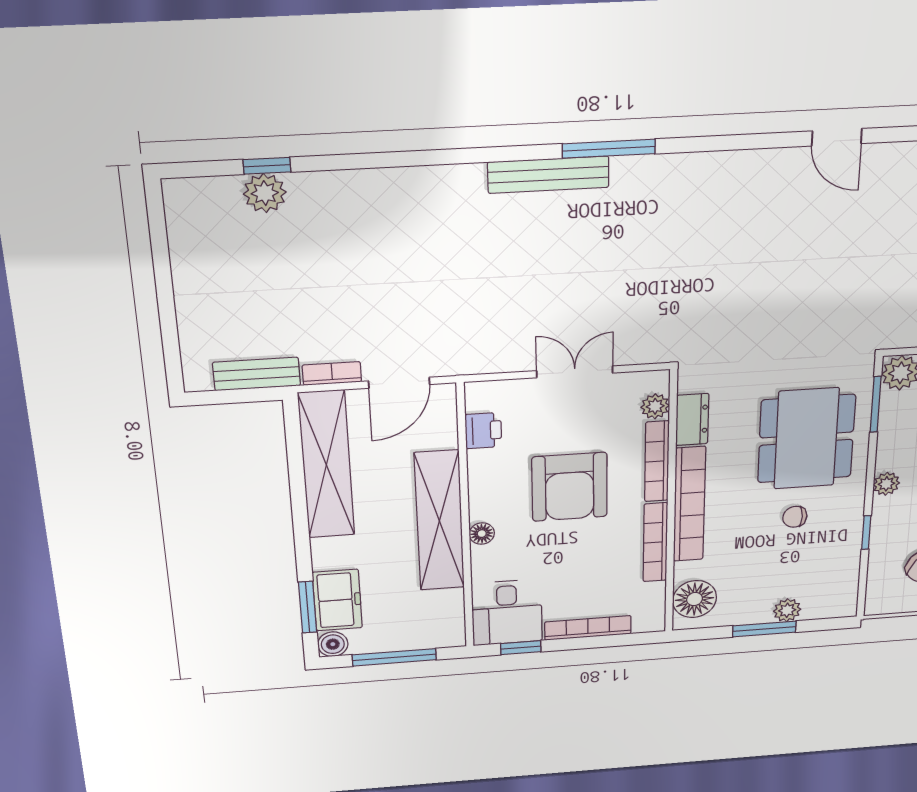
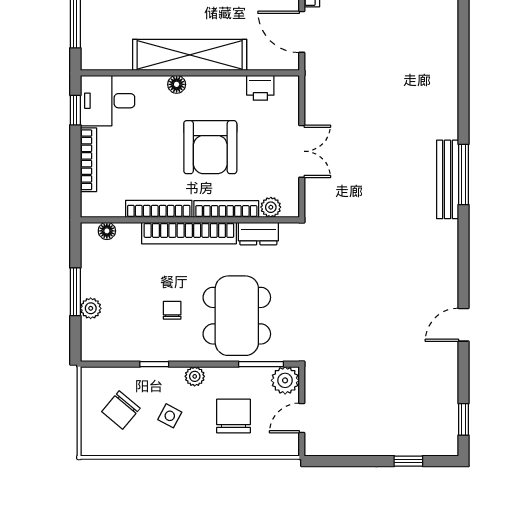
bench: (548, 175) -> (448, 179), moved
dining table: (806, 439) -> (237, 316), turned 90
armchair: (570, 487) -> (210, 147), turned -90
floor lamp: (695, 599) -> (107, 231), width x0.53, depth x0.53

